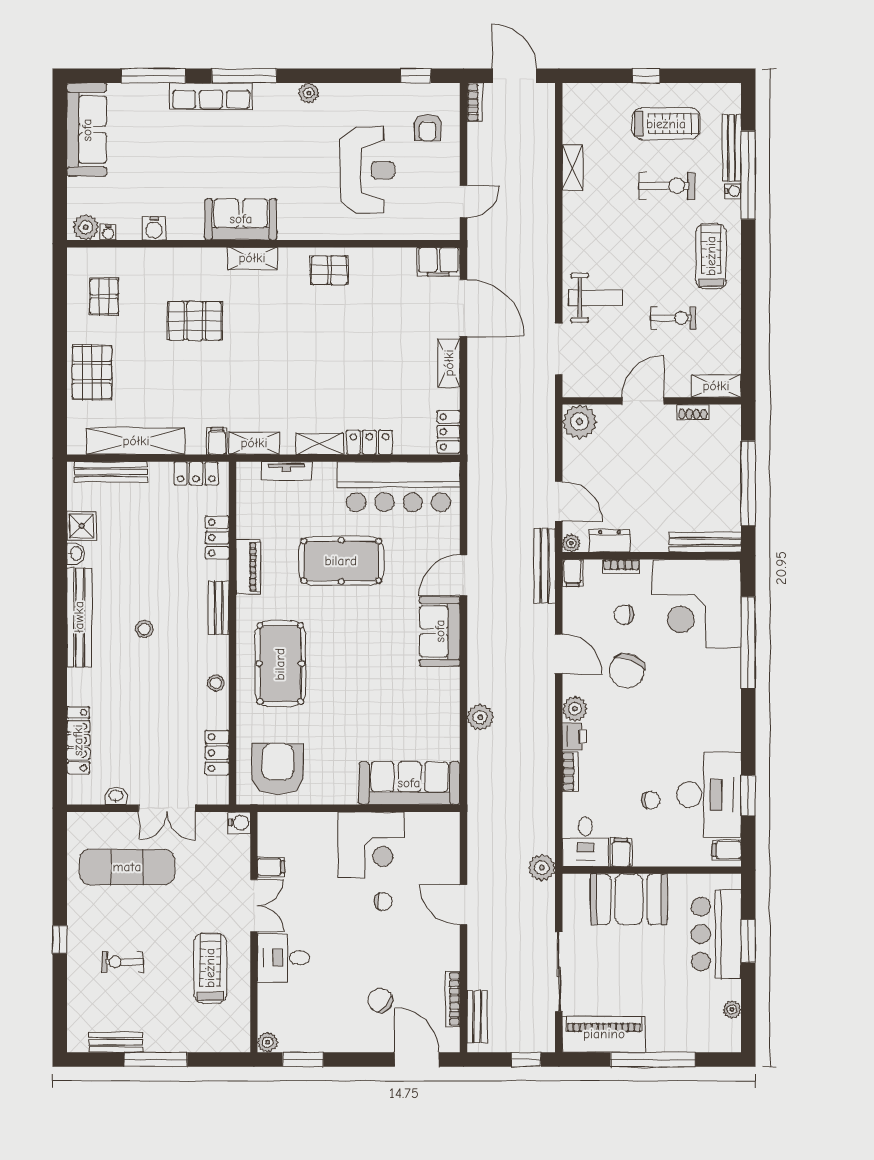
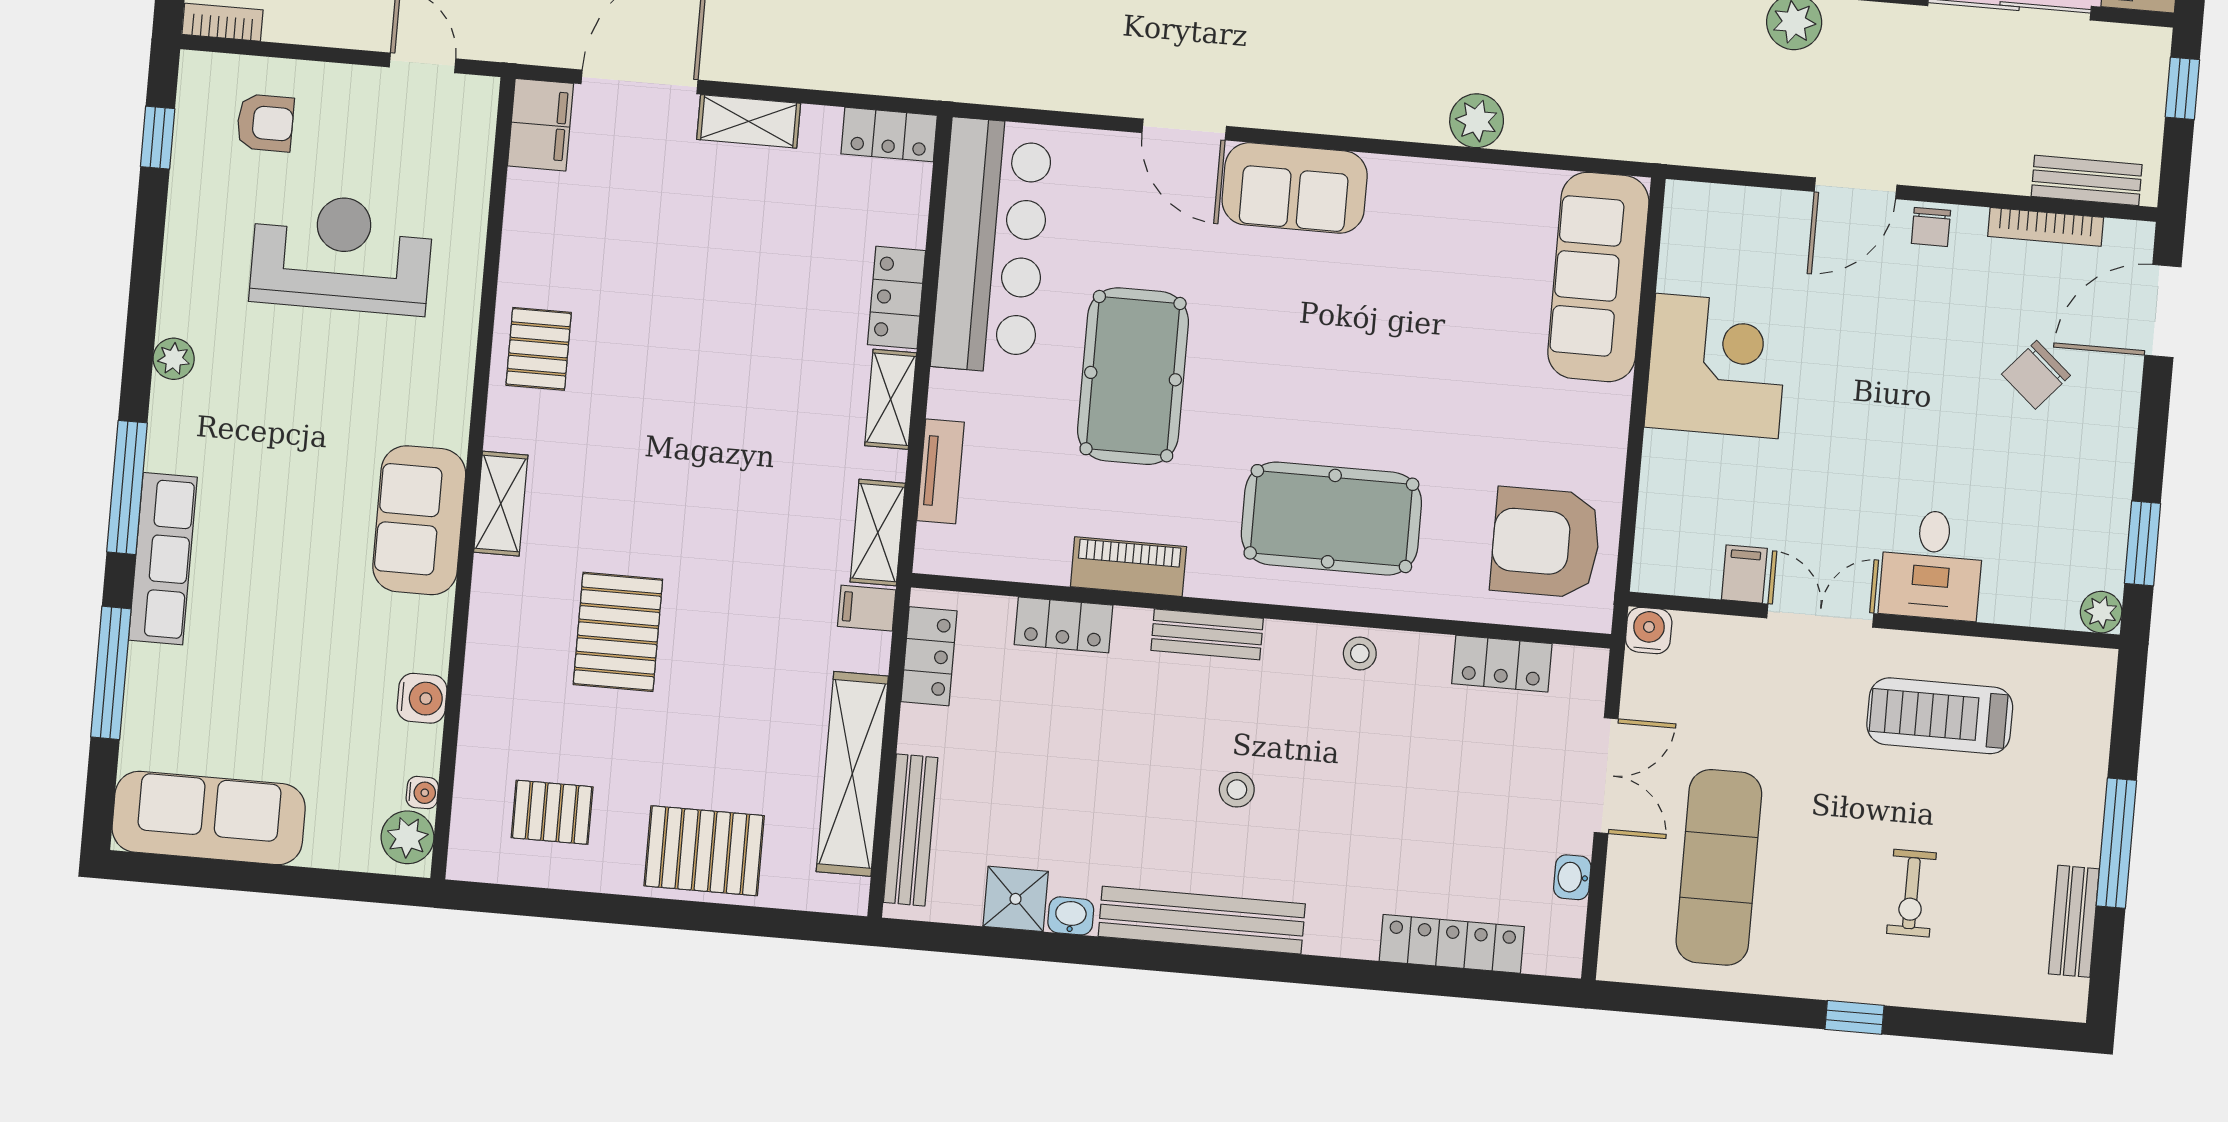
chair: (383, 901) -> (1931, 227), moved, turned 180

